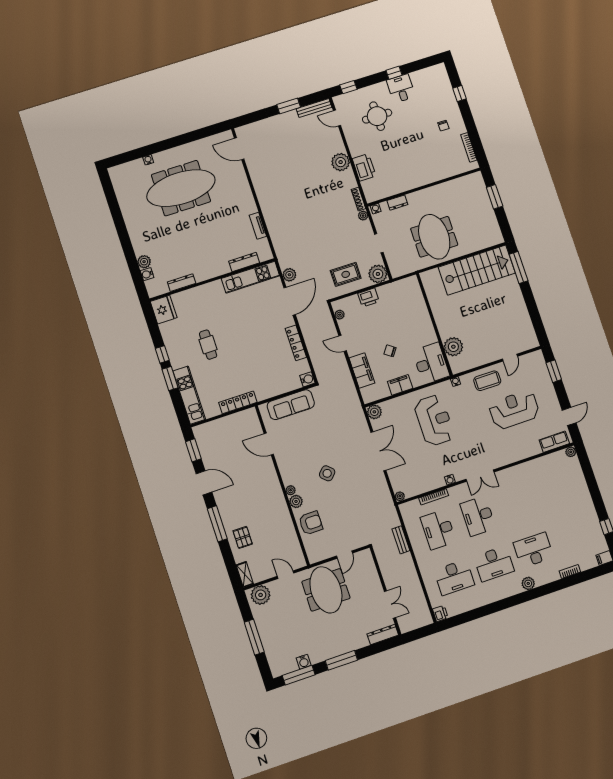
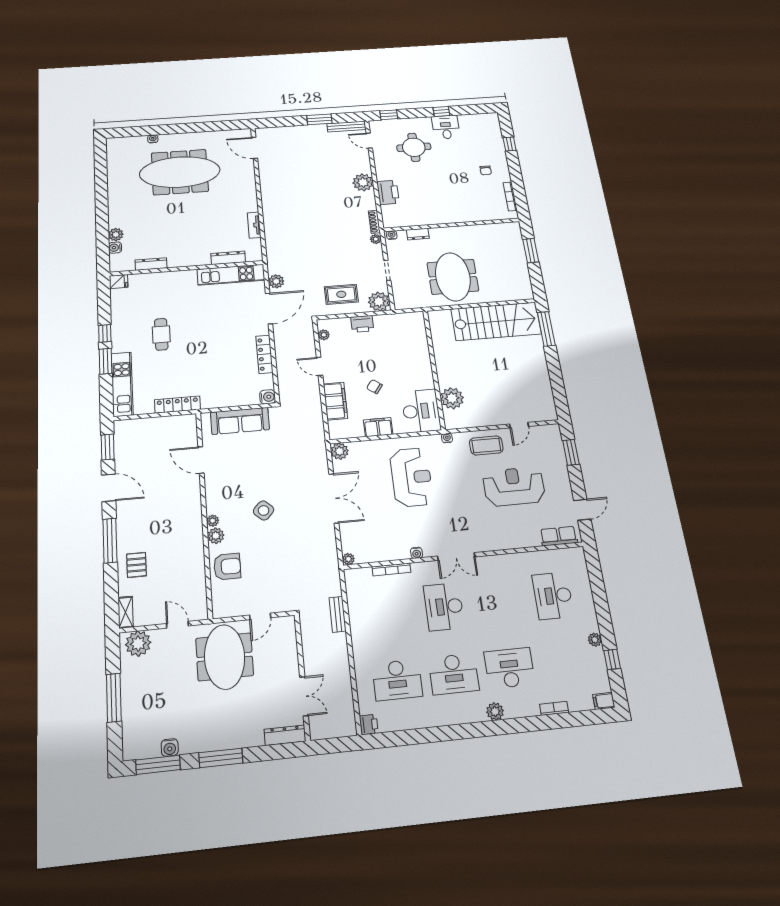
fridge: (164, 310) -> (119, 282), width x0.53, depth x0.75
plant: (571, 452) -> (595, 640), moved
desk: (438, 529) -> (553, 596), moved

